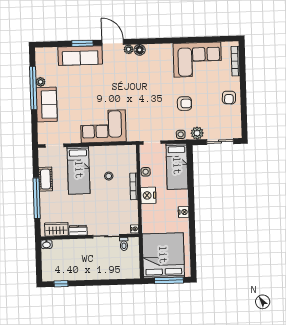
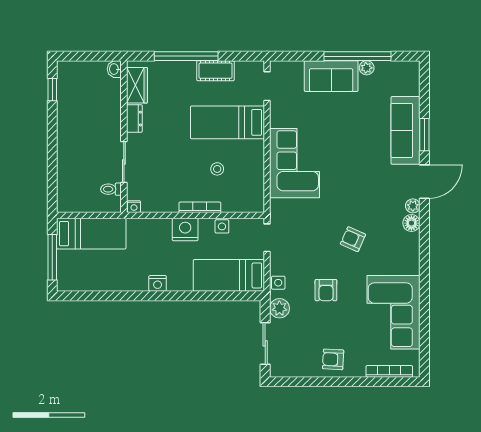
armchair: (151, 87) -> (353, 239), added
bed: (163, 255) -> (91, 234), width x0.49

